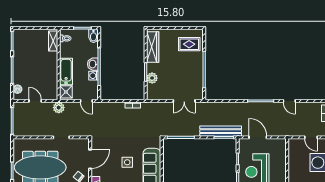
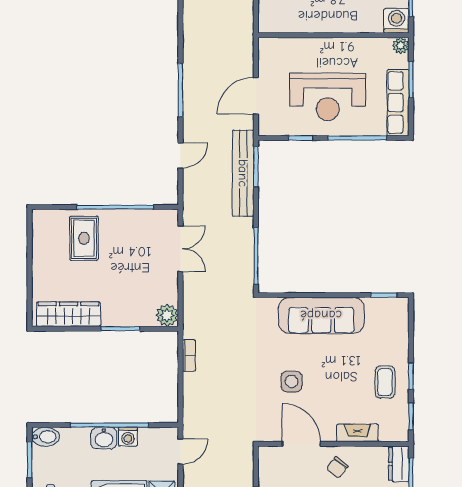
rug: (189, 44) -> (84, 238), moved
plant: (152, 78) -> (167, 315), moved
door: (289, 101) -> (180, 155), moved
side table: (127, 162) -> (292, 381), moved

